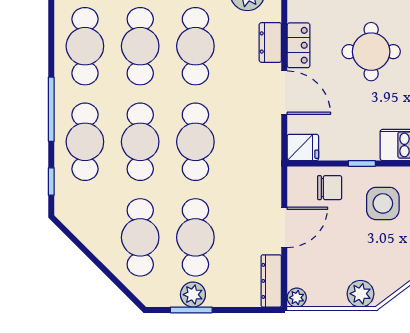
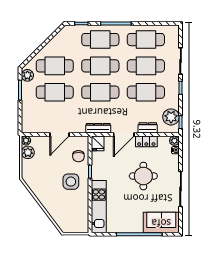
door: (284, 227) -> (59, 135), hinge flipped
dresser: (271, 281) -> (98, 128), moved
plant: (361, 294) -> (28, 152), moved
plant: (193, 295) -> (27, 75), moved

